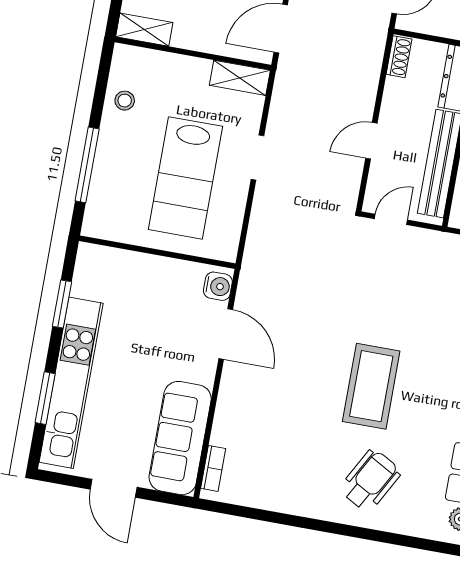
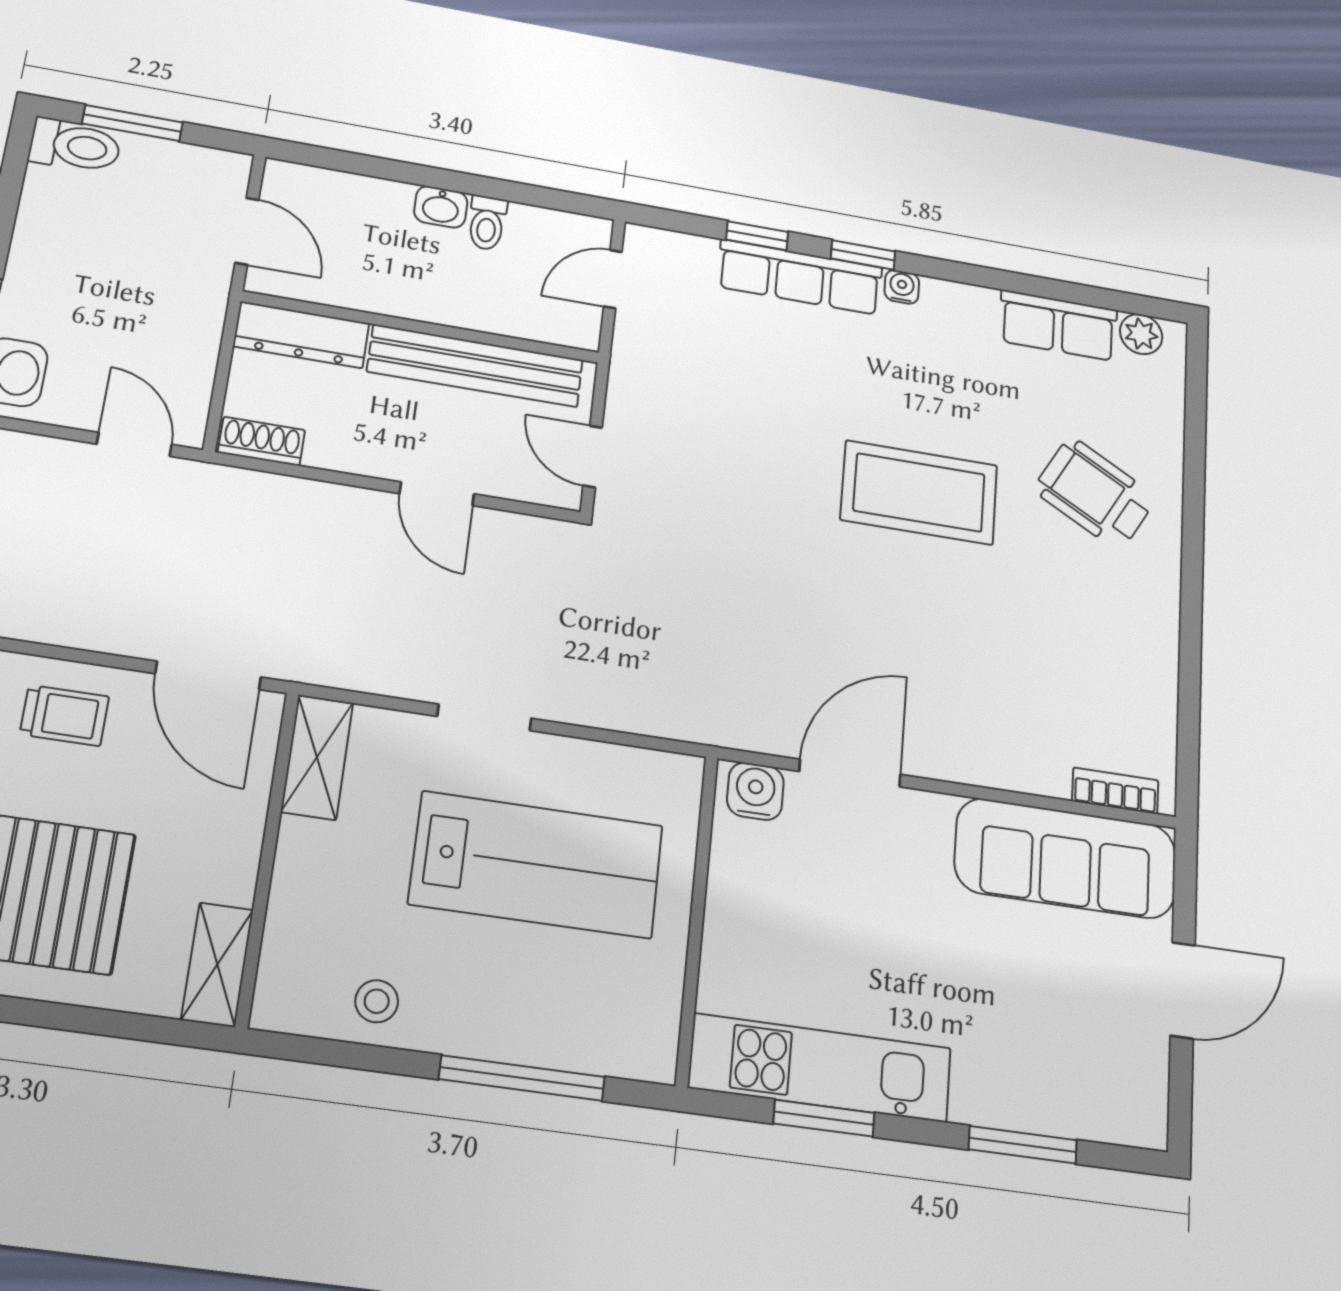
kitchen unit: (71, 383) -> (820, 1068), moved, width x0.73

